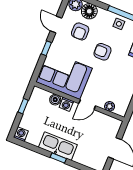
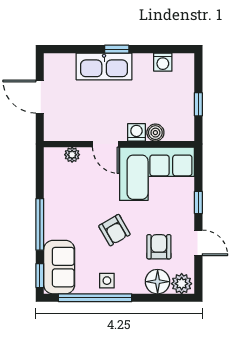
armchair: (102, 52) -> (114, 230), turned 60
door: (87, 105) -> (106, 144), swing flipped
washing machine: (21, 134) -> (163, 62), moved
kitchen sink: (58, 146) -> (104, 66), moved

